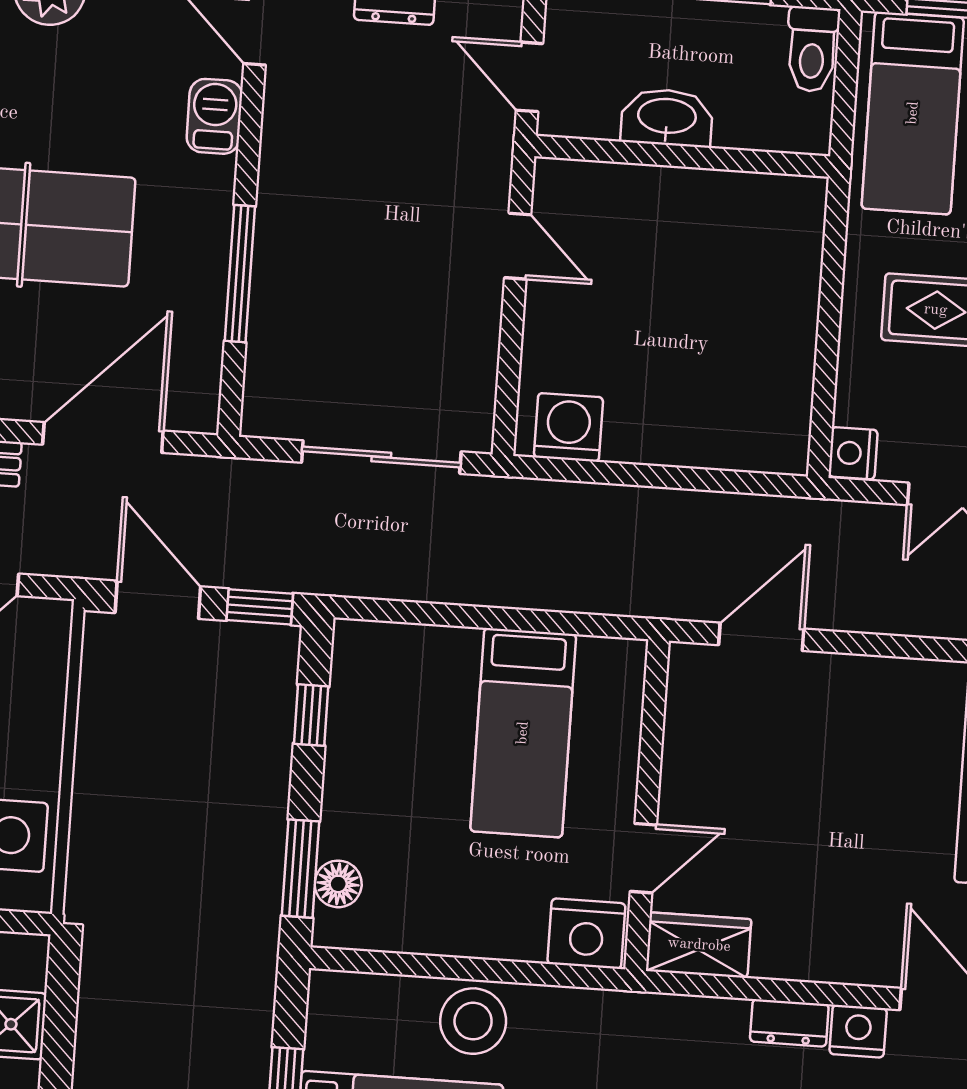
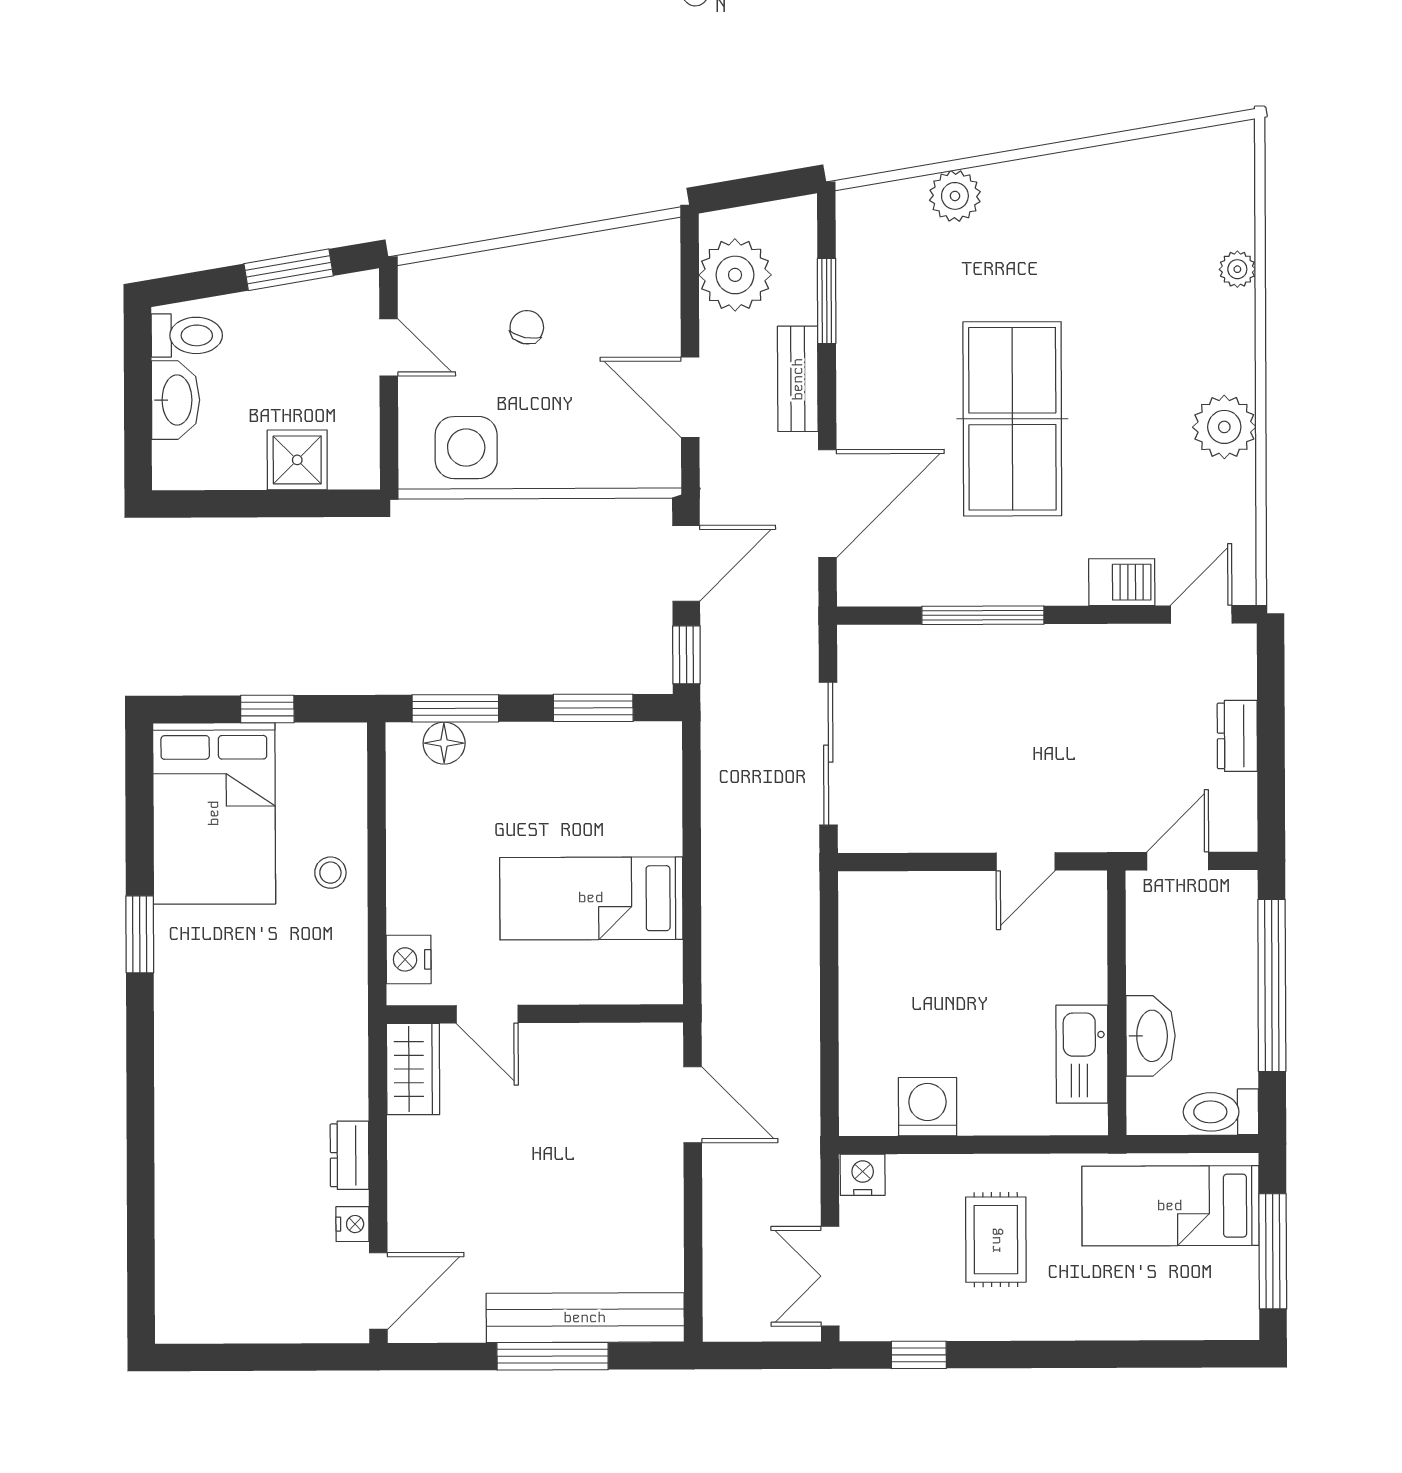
washbasin: (667, 117) -> (1151, 1036), moved
kitchen sink: (737, 199) -> (1082, 1054), added
washing machine: (568, 427) -> (928, 1107), moved, turned -90
door: (103, 438) -> (827, 504), hinge flipped
window: (311, 715) -> (593, 708), width x1.50
nightstand: (586, 934) -> (409, 959), width x0.74, depth x0.75
stool: (473, 1021) -> (330, 873), width x0.53, depth x0.53
nightstand: (858, 1031) -> (352, 1224), width x0.72, depth x0.74

